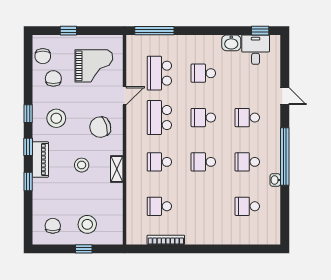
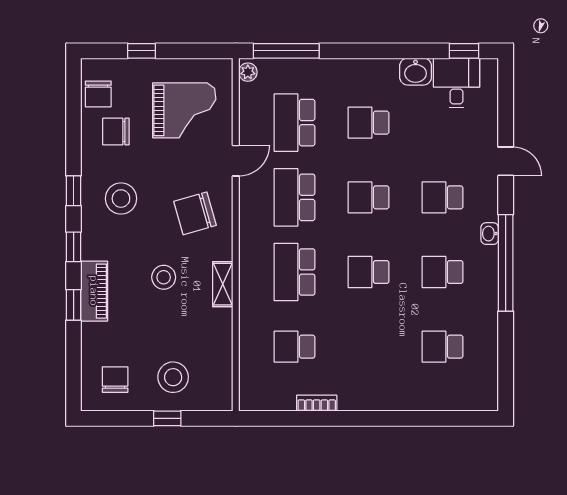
plant: (132, 43) -> (248, 72), added
chair: (53, 78) -> (116, 132), turned -90
piano: (40, 159) -> (94, 291), moved
school desk: (159, 162) -> (295, 272), width x1.85
washbasin: (275, 180) -> (490, 234), moved
bookcase: (166, 240) -> (317, 403), width x0.64

